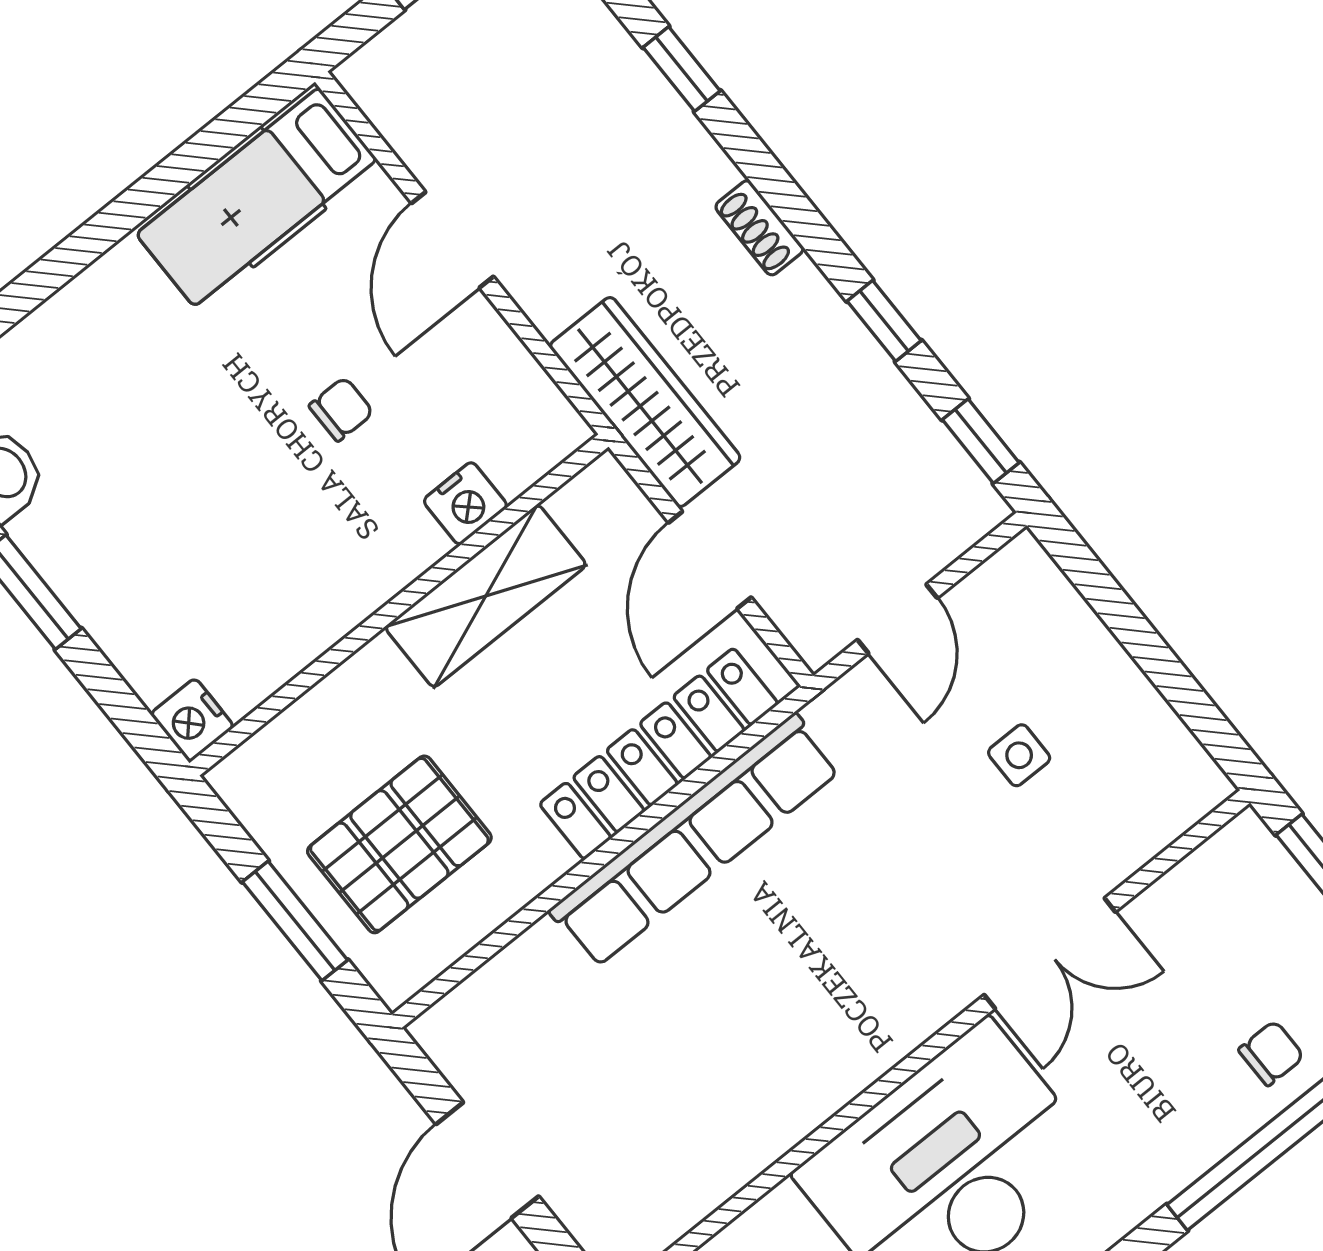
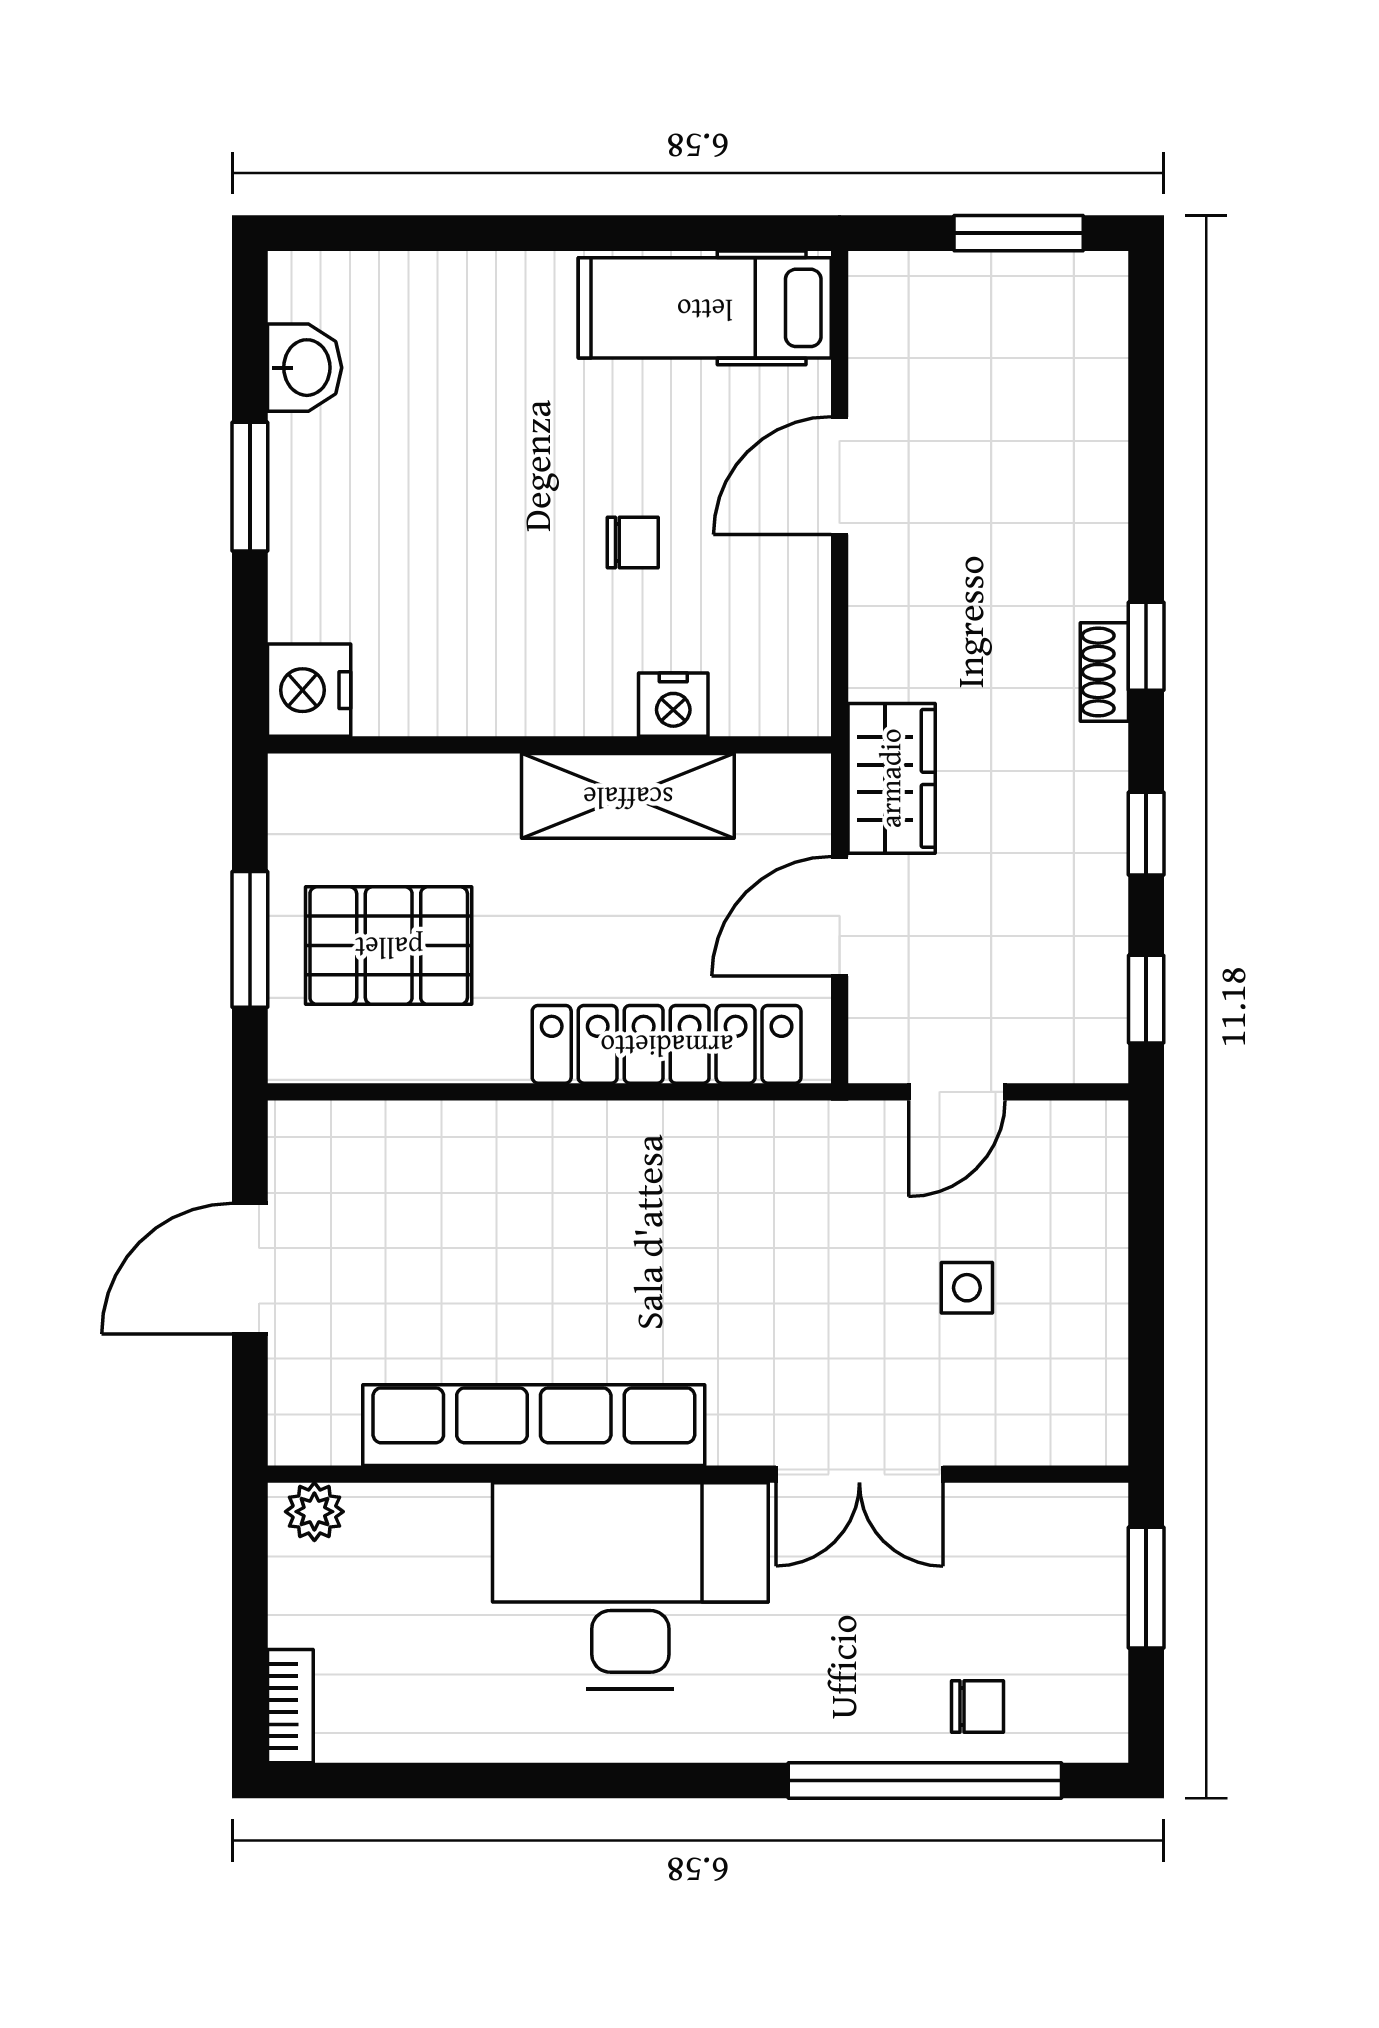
window: (682, 69) -> (1146, 646), moved
wardrobe: (645, 402) -> (892, 778), width x0.67
nightstand: (192, 720) -> (309, 690), width x1.36, depth x1.33
row of seats: (695, 840) -> (534, 1425), moved, turned 180

